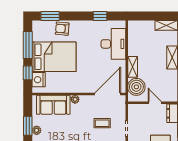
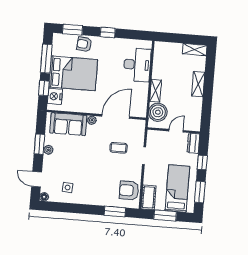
window: (100, 16) -> (108, 32), moved
door: (108, 94) -> (116, 116), moved
door: (155, 103) -> (176, 131), hinge flipped

